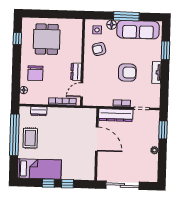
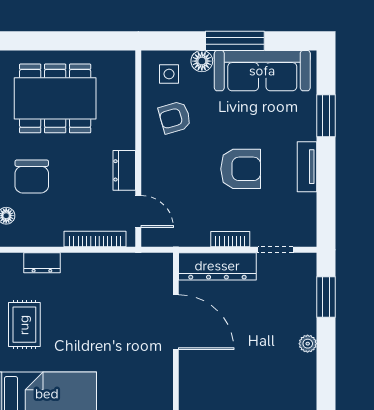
dining table: (47, 39) -> (55, 98), width x1.38
door: (82, 90) -> (138, 212), swing flipped

